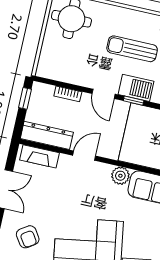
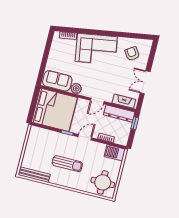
barbecue: (136, 88) -> (115, 153), moved
door: (104, 94) -> (85, 137), hinge flipped
window: (25, 98) -> (135, 123), moved

